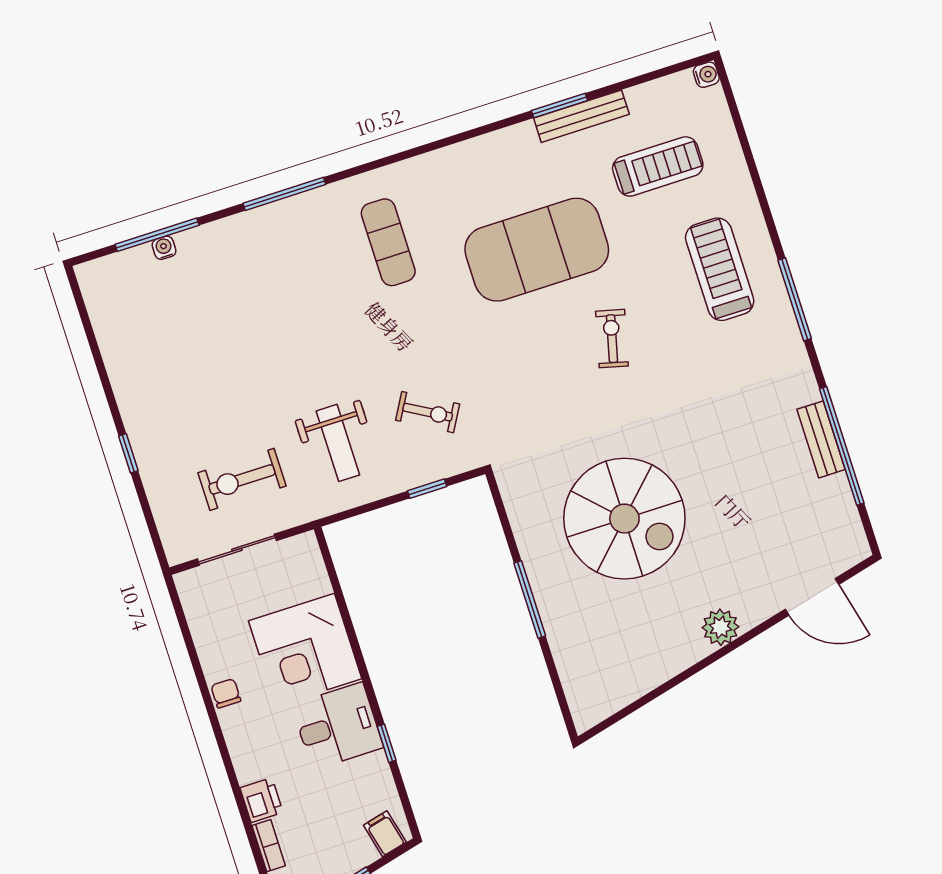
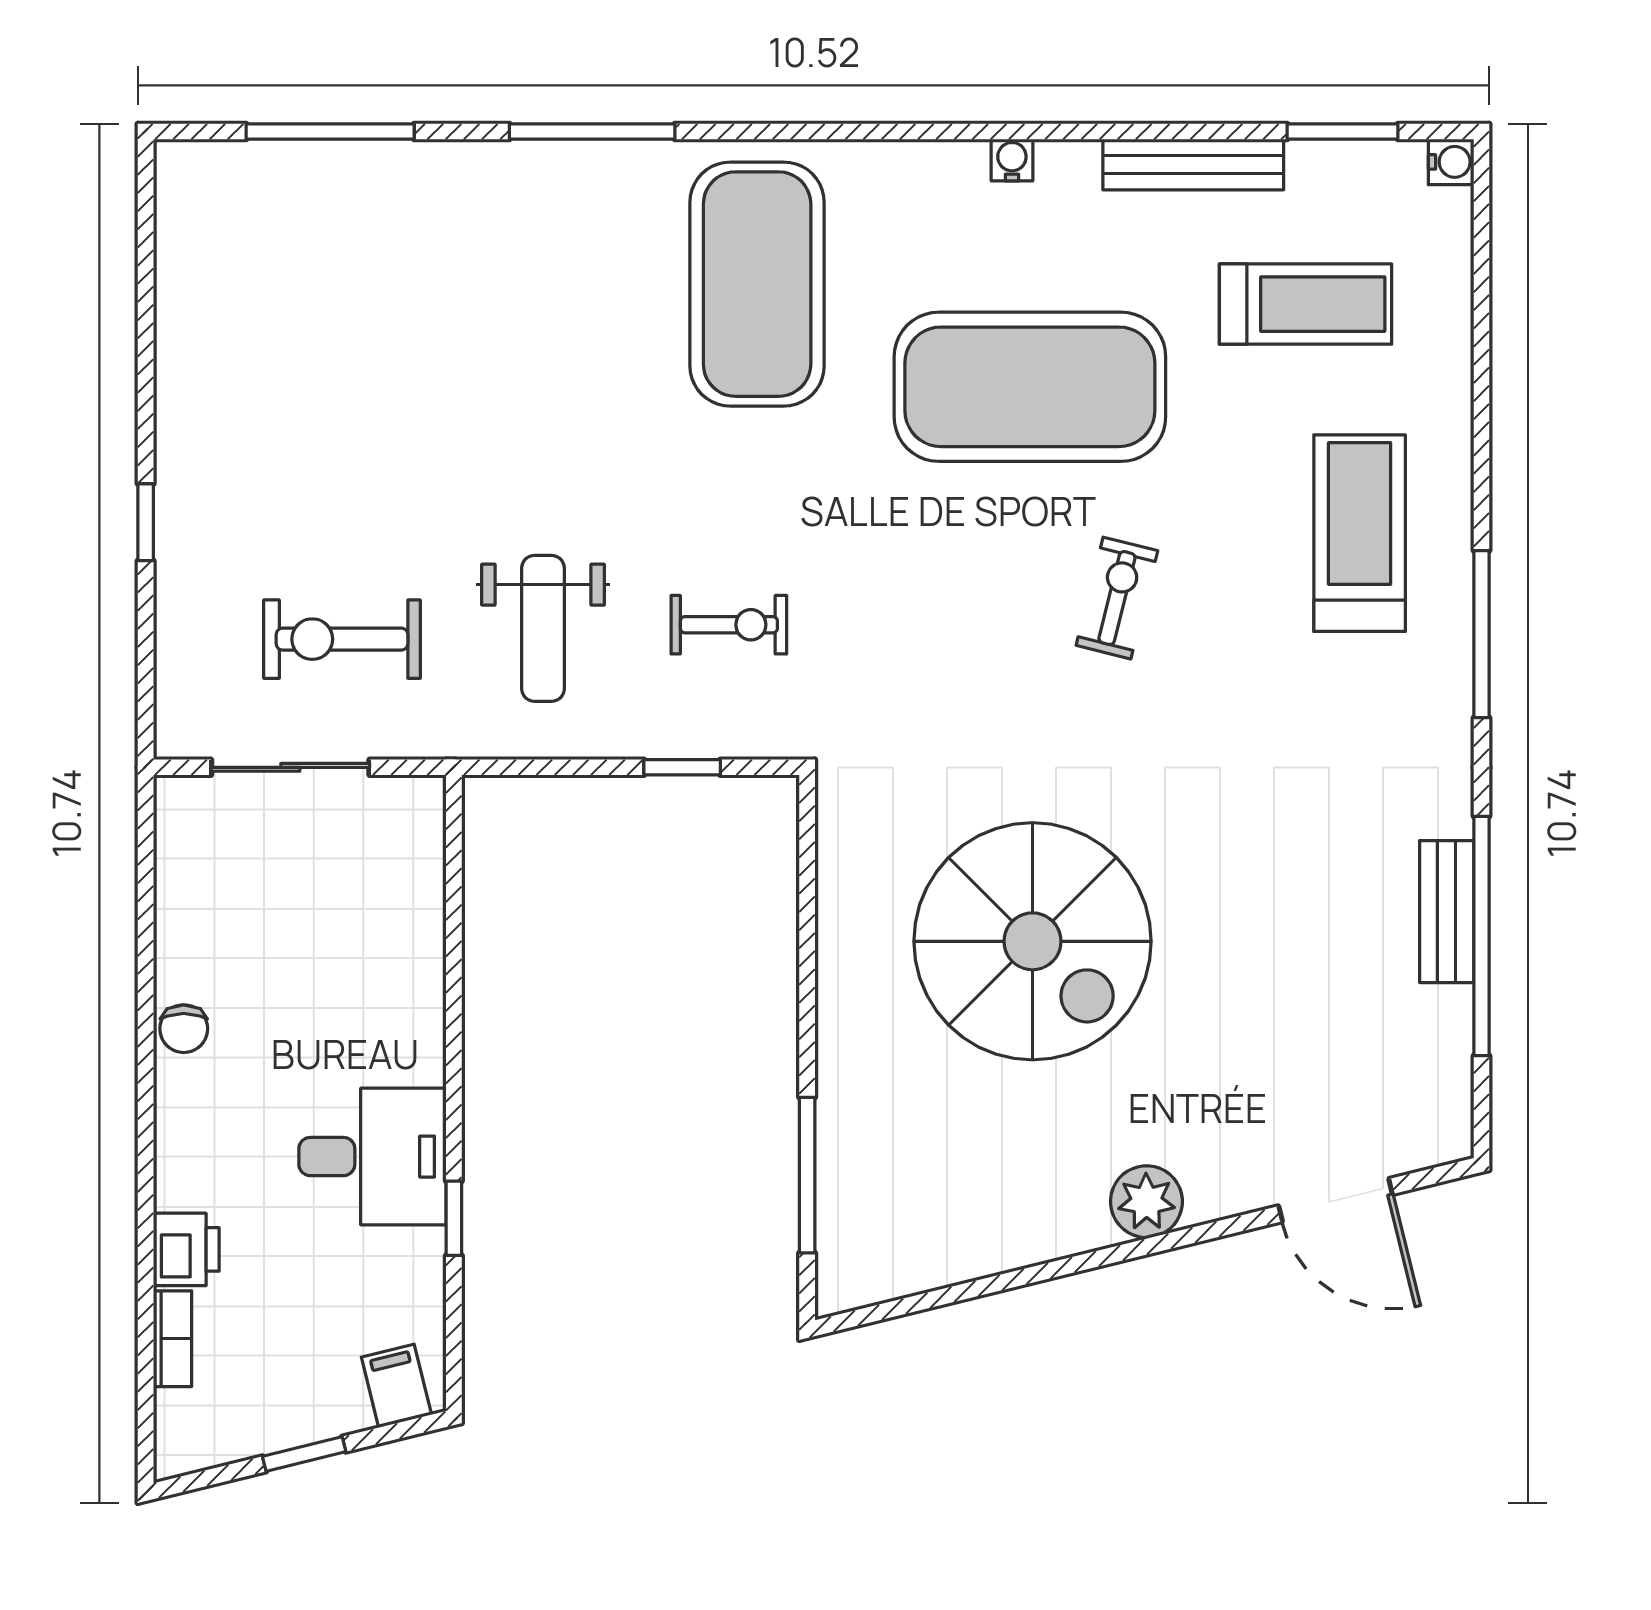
window: (560, 106) -> (1343, 131), moved
exercise mat: (388, 242) -> (757, 284), width x2.00, depth x1.45
water cooler: (164, 248) -> (1012, 160), moved
exercise bike: (428, 412) -> (729, 625), turned -30
window: (530, 599) -> (807, 1175), moved
corner desk: (305, 650) -> (358, 995), removed
chair: (226, 693) -> (184, 1029), turned 180

